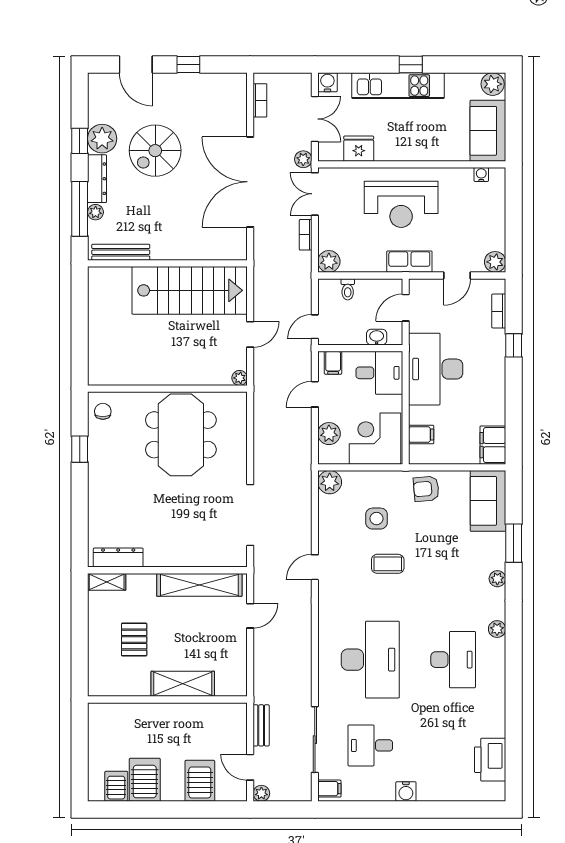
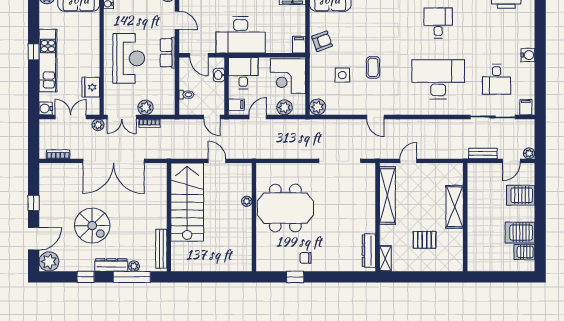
plant: (102, 139) -> (49, 262), moved
plant: (329, 261) -> (146, 107), moved
plant: (240, 378) -> (247, 201), moved
door: (315, 394) -> (258, 117), swing flipped
chair: (103, 411) -> (306, 258), moved
filing cabinet: (421, 435) -> (299, 45), moved
armchair: (426, 489) -> (322, 41), turned -105
door: (250, 616) -> (408, 161), hinge flipped
desk: (453, 660) -> (438, 23), width x0.73

